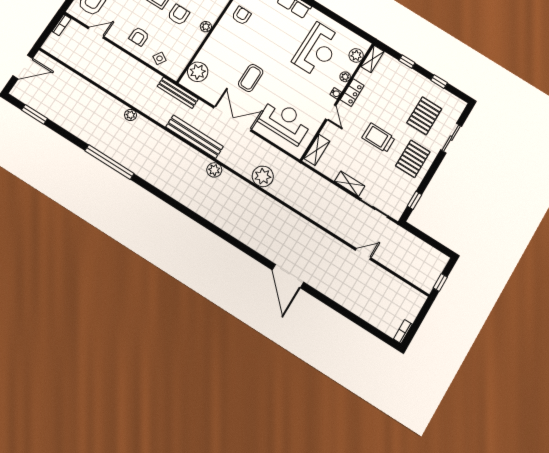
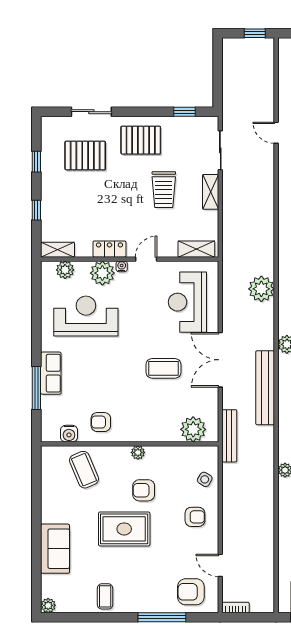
plant: (345, 77) -> (102, 273), width x1.88, depth x1.88
trolley: (378, 138) -> (164, 190), moved

